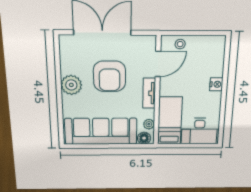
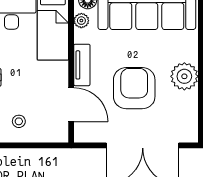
stool: (180, 44) -> (19, 121), moved
door: (158, 64) -> (71, 105), swing flipped

